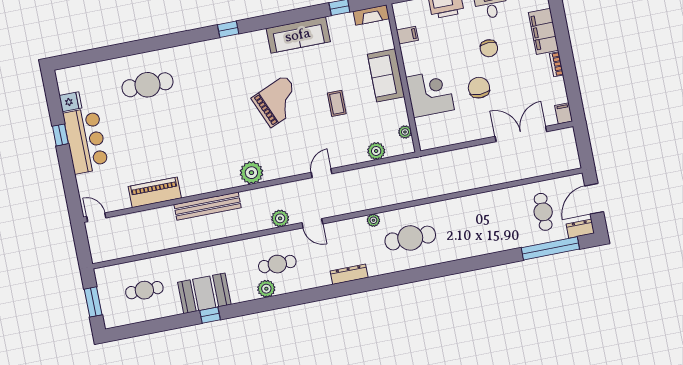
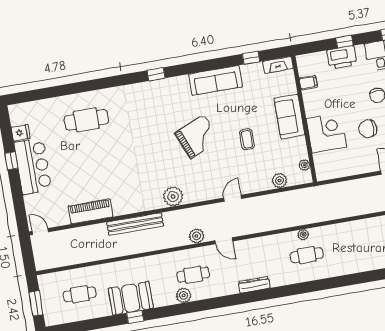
chair: (479, 88) -> (368, 129), turned -90
plant: (373, 220) -> (303, 235), moved
cafe table: (410, 238) -> (307, 255), width x0.73, depth x0.74

